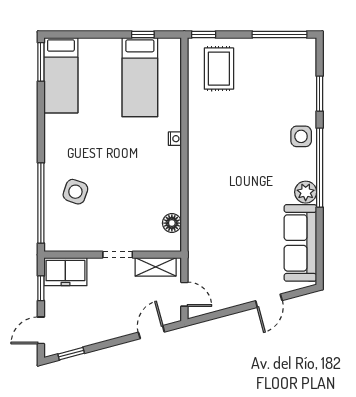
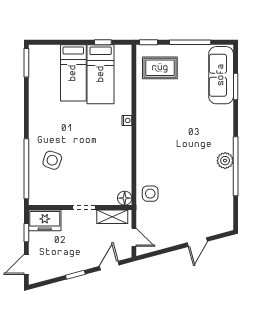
window: (280, 35) -> (190, 42), moved
rug: (219, 69) -> (160, 68), turned 90
bed: (61, 75) -> (73, 73), moved
side table: (301, 136) -> (150, 194), moved
window: (320, 168) -> (236, 166), moved
floor lamp: (172, 223) -> (125, 198), moved
sofa: (300, 243) -> (221, 75), moved
window: (71, 354) -> (75, 275), moved

